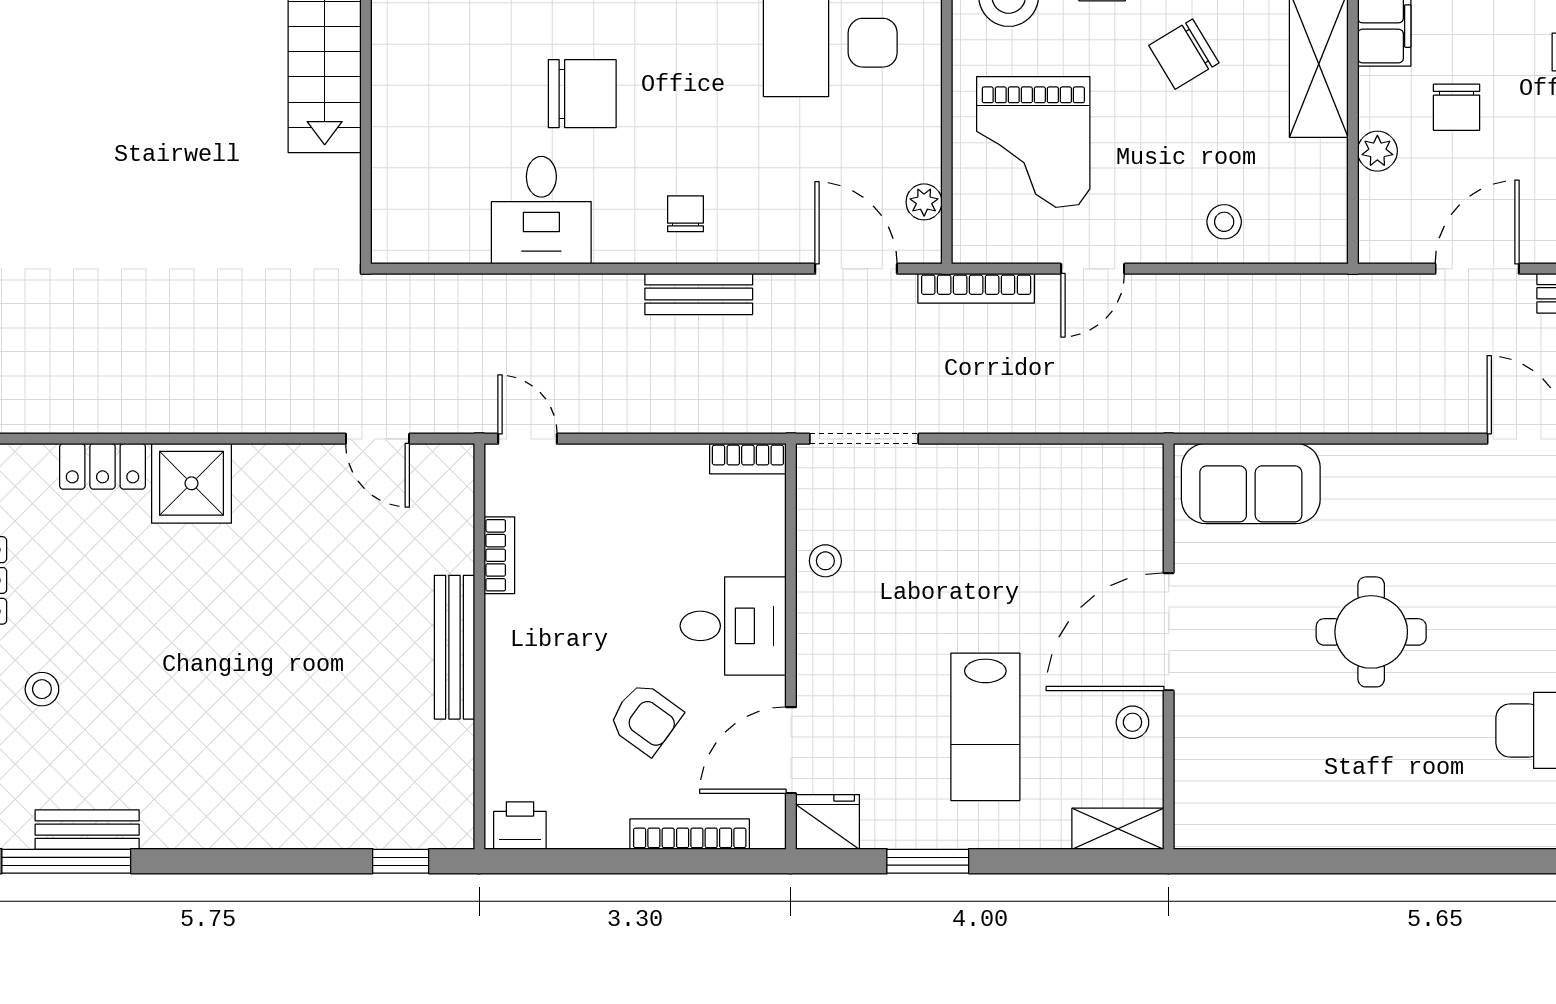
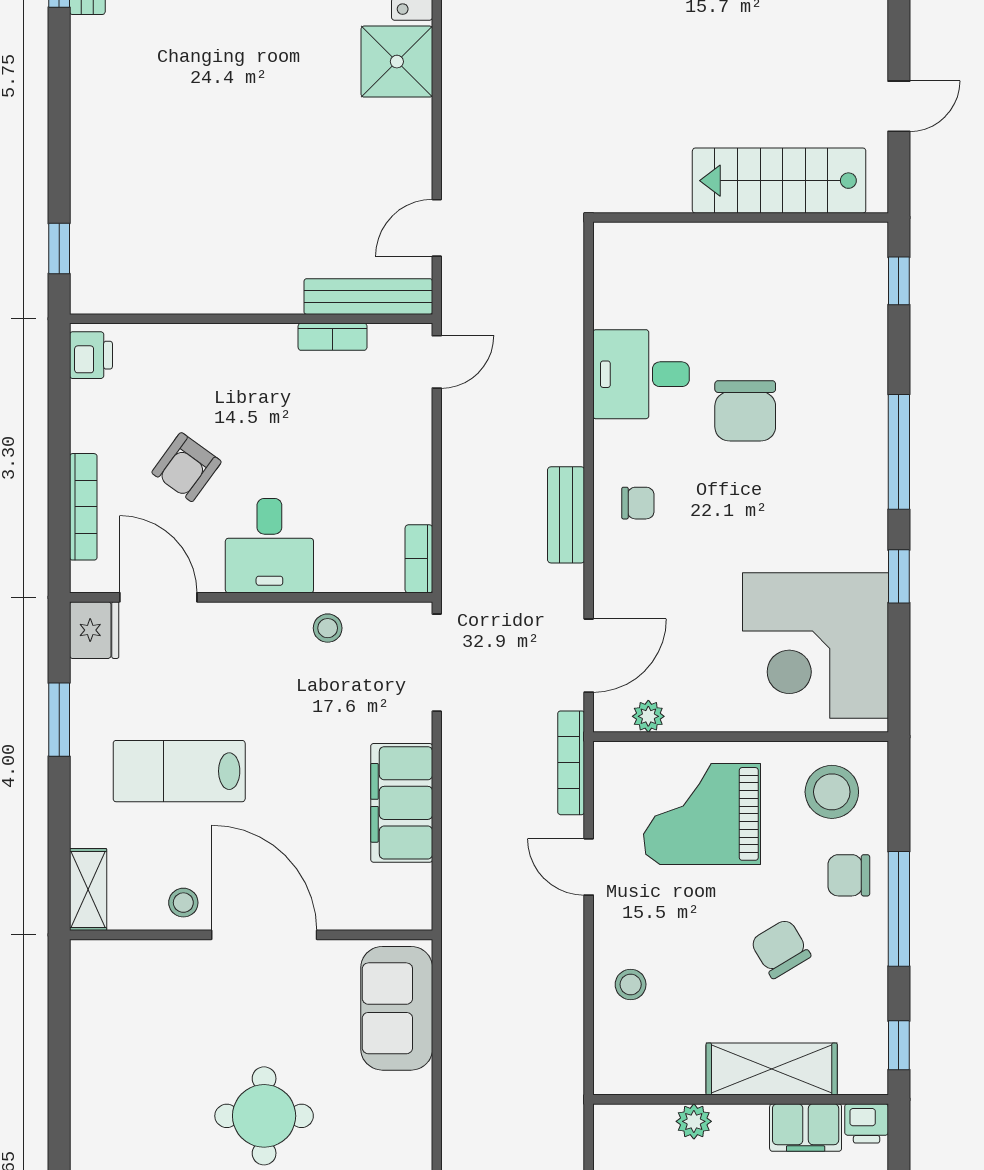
filing cabinet: (1021, 478) -> (402, 803), added
bench: (454, 647) -> (368, 297), moved

